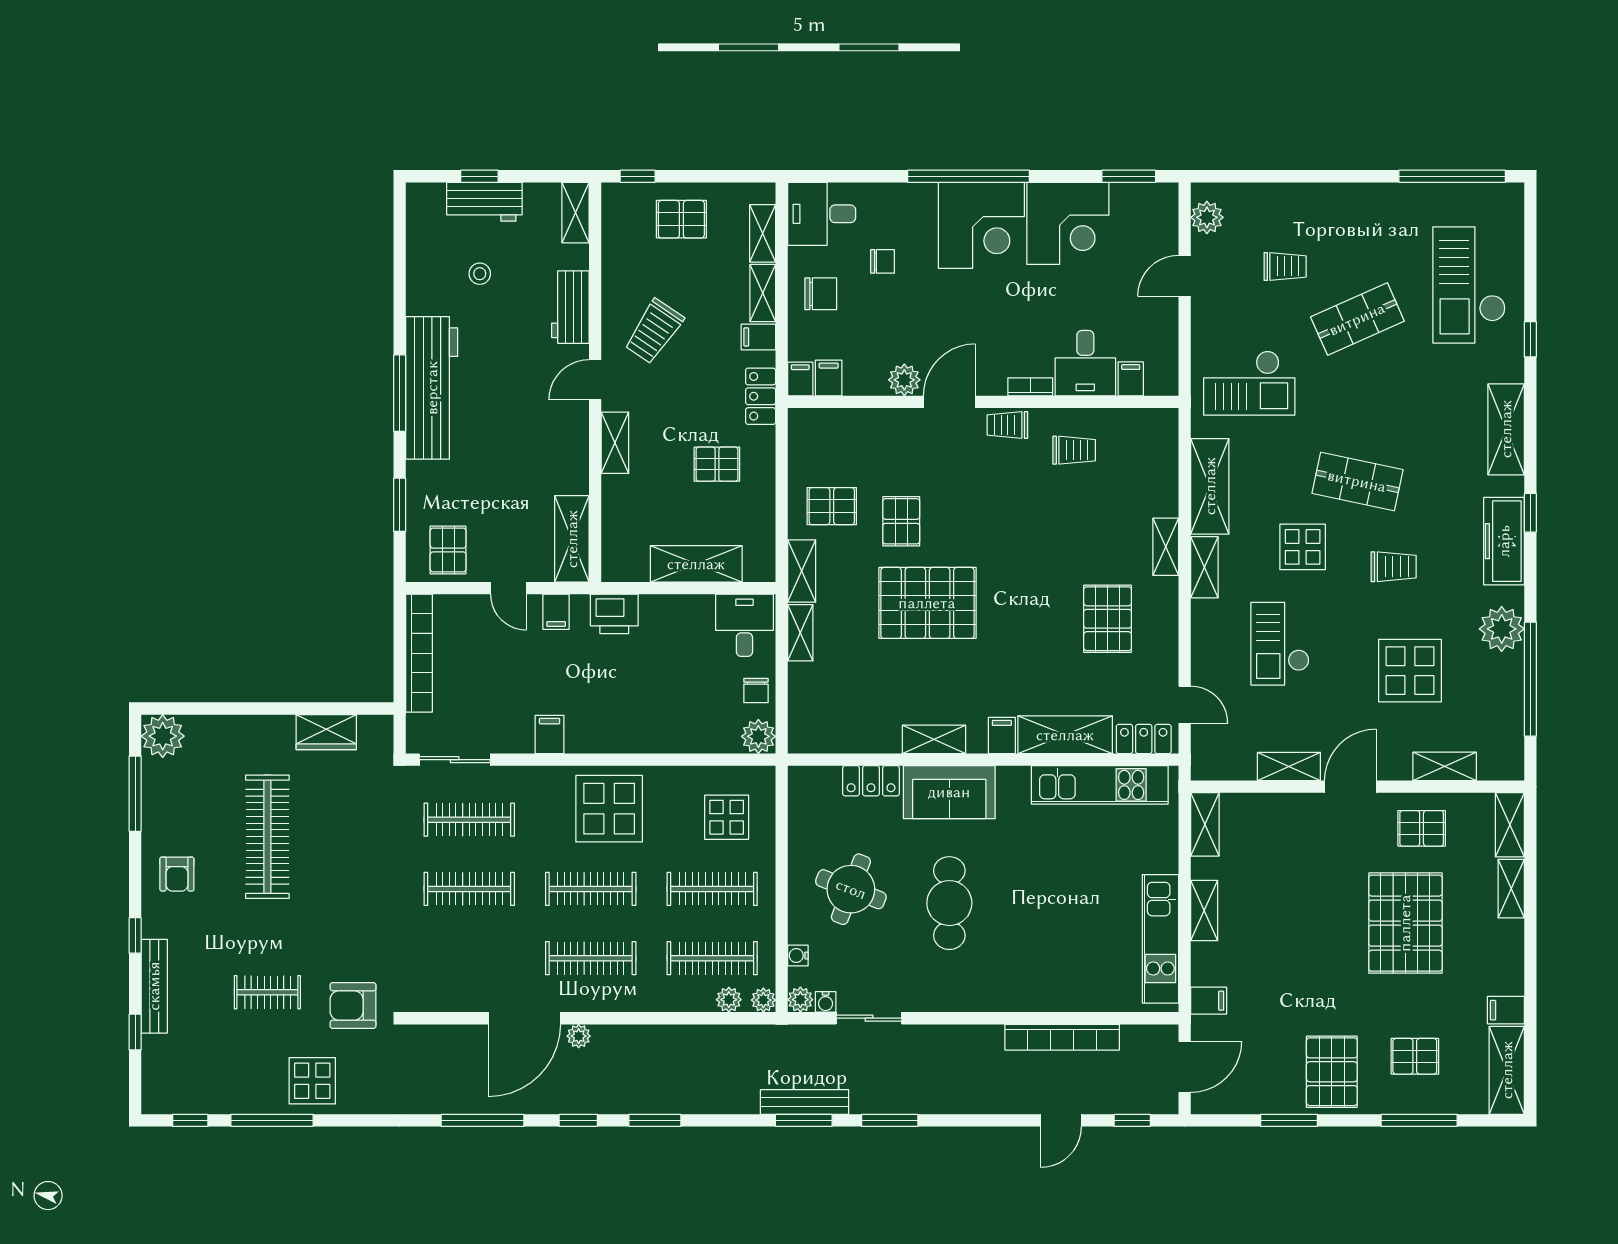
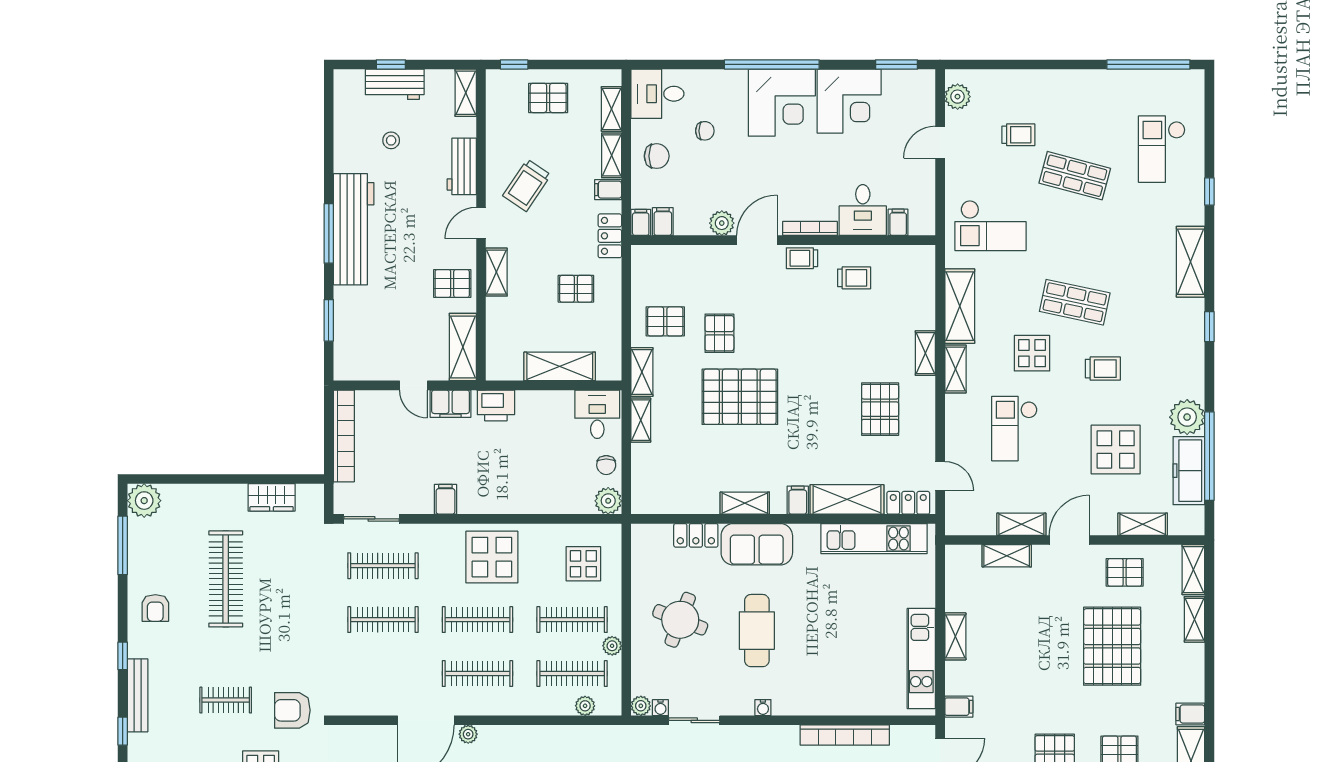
checkout: (1469, 285) -> (1162, 149), width x0.73, depth x0.83
shop shelf: (1357, 319) -> (1075, 176), turned 39
bookcase: (1030, 387) -> (810, 228), width x1.56
freezer: (1504, 541) -> (1189, 471), moved
pallet: (448, 550) -> (452, 283), moved, turned 90
filing cabinet: (556, 612) -> (451, 404), width x2.00
shelving: (1205, 824) -> (1007, 556), moved, turned 90
water cooler: (798, 956) -> (763, 708), moved, turned -90
plant: (763, 1000) -> (612, 646), moved

